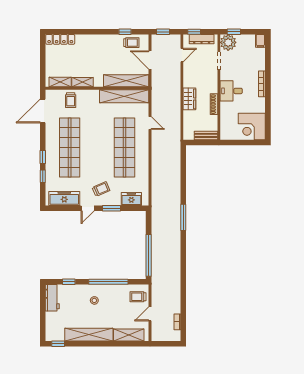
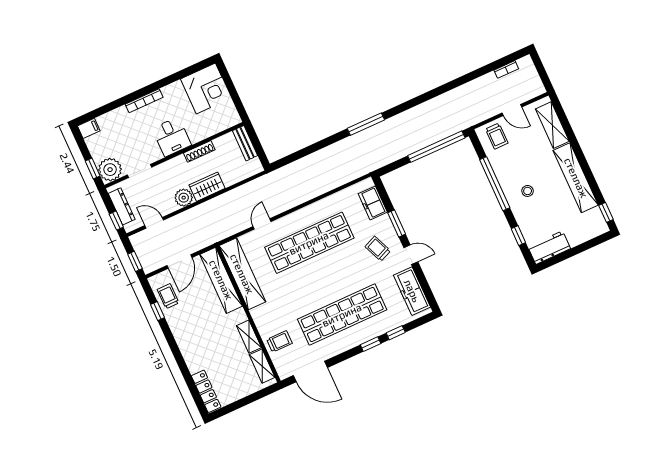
plant: (189, 81) -> (184, 198), added

